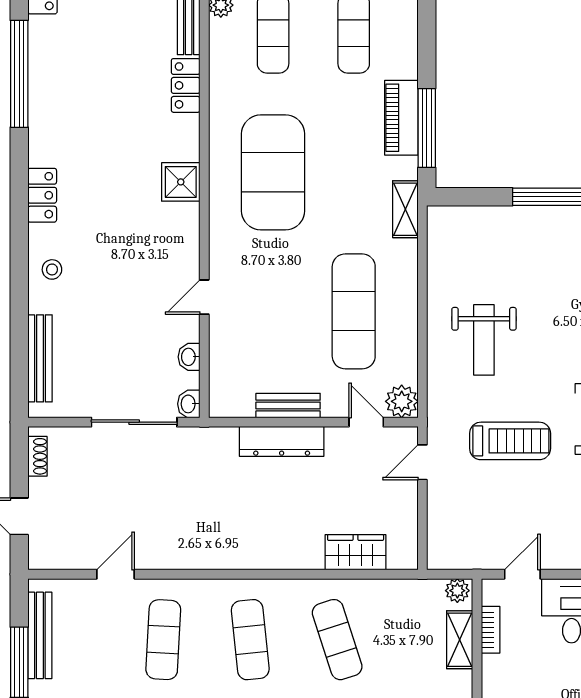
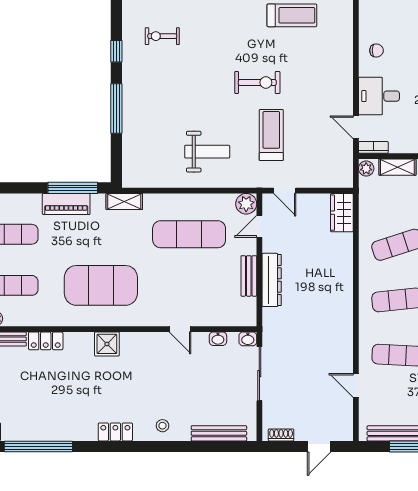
wardrobe: (356, 552) -> (342, 213), moved
bookcase: (491, 630) -> (373, 147), moved

